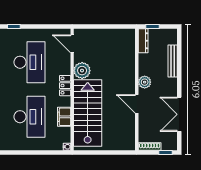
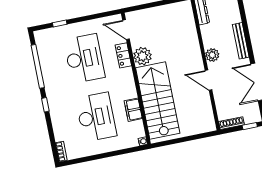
bench: (173, 61) -> (241, 41), moved
locker: (65, 86) -> (123, 55), moved

